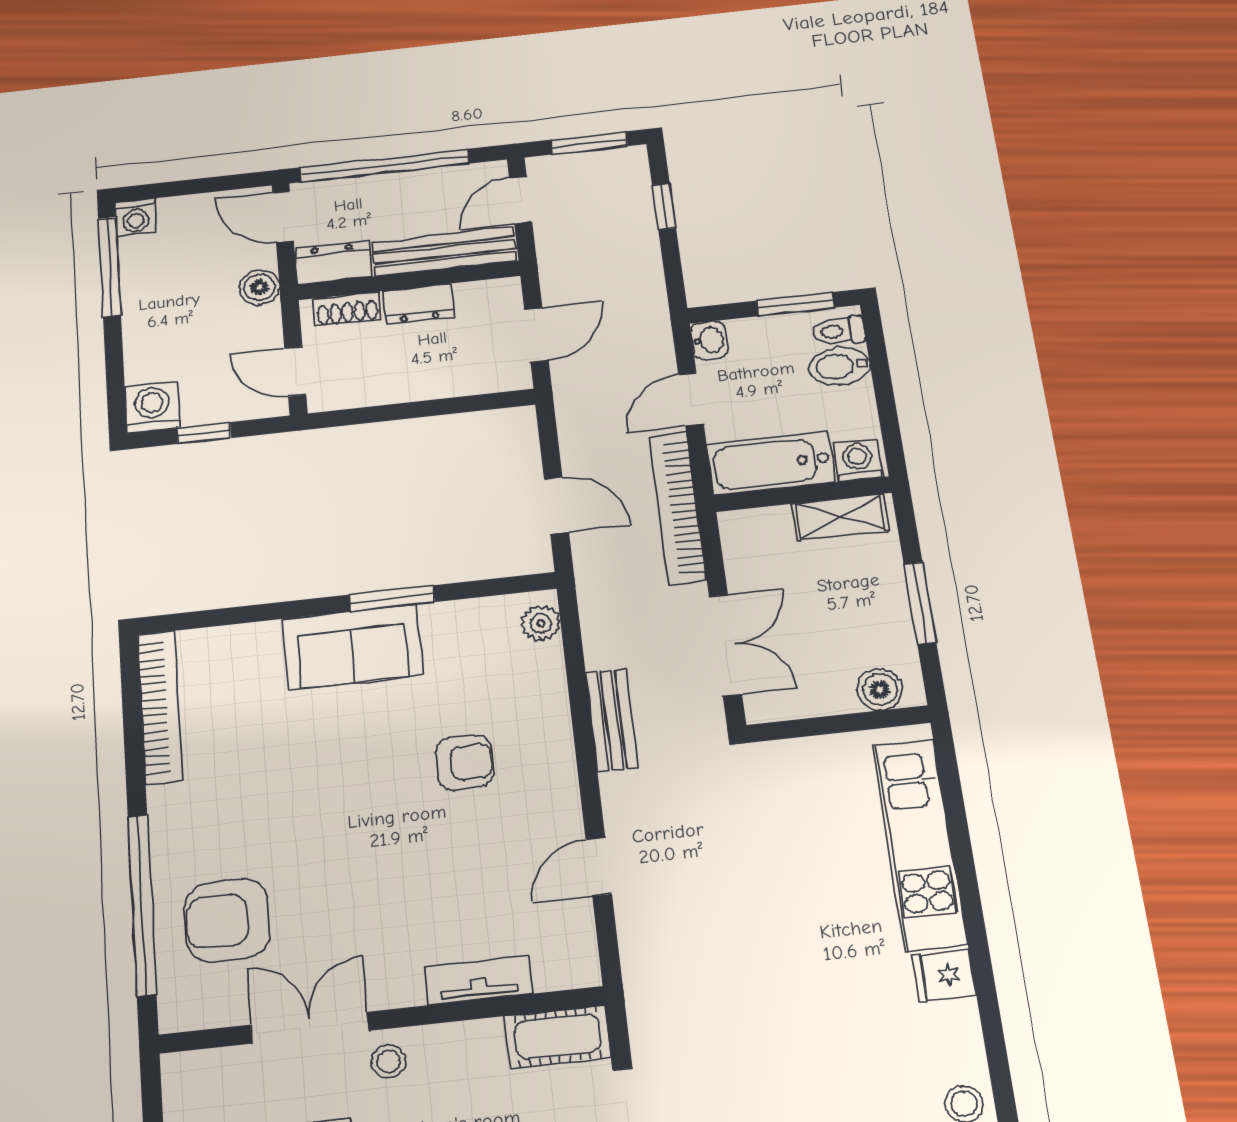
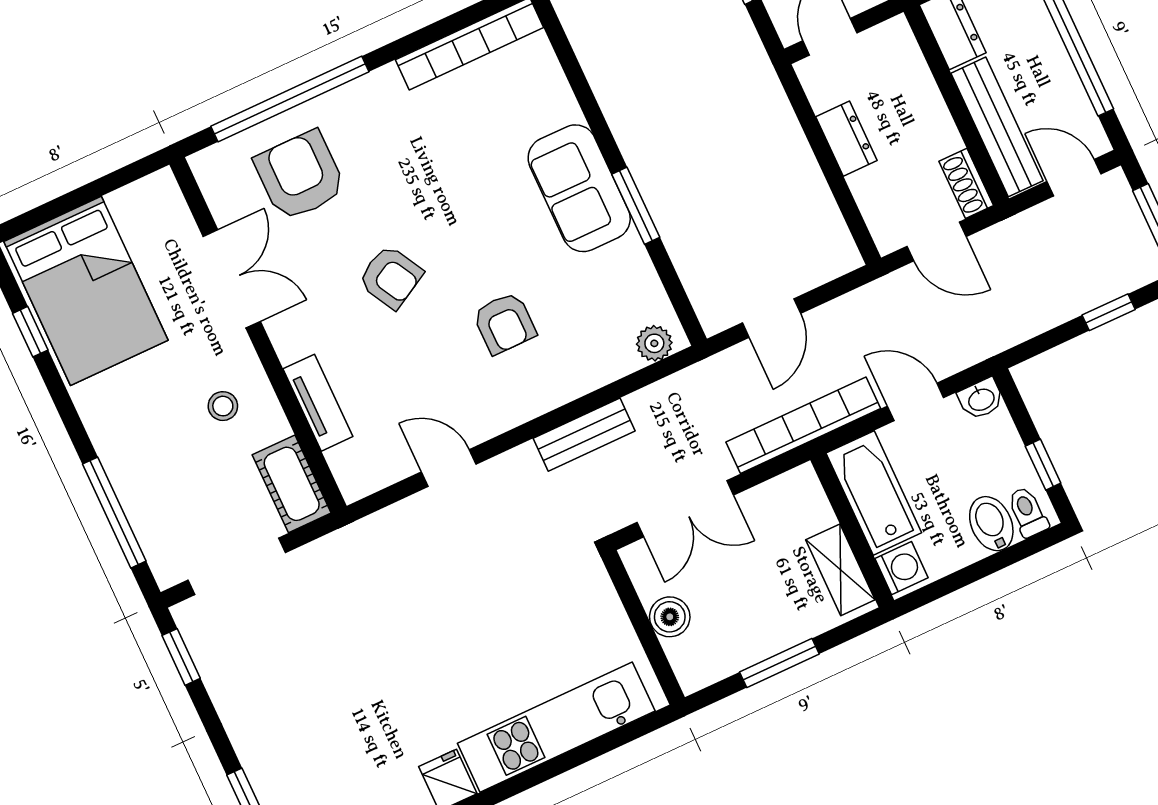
dresser: (418, 304) -> (846, 139), moved, turned 180
window: (795, 304) -> (1043, 465), width x0.67
shoe rack: (347, 309) -> (966, 183), moved
boiler: (880, 690) -> (670, 617), moved
armchair: (372, 862) -> (391, 277), added
stool: (389, 1061) -> (223, 406), moved

